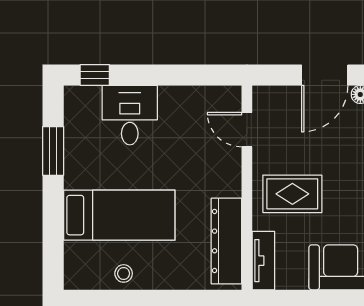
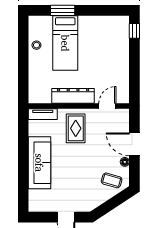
desk: (130, 115) -> (115, 48), removed
window: (53, 151) -> (63, 10), moved
dresser: (226, 241) -> (73, 96), moved

